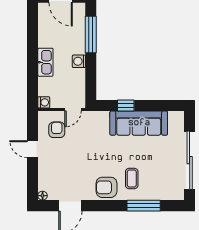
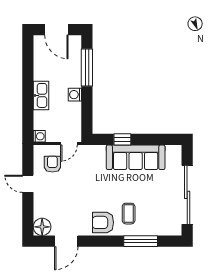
floor lamp: (43, 196) -> (42, 227), width x1.89, depth x1.89

